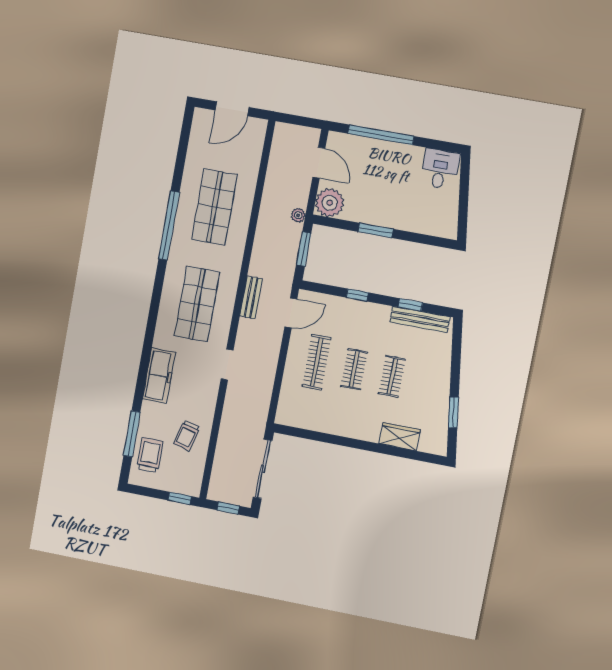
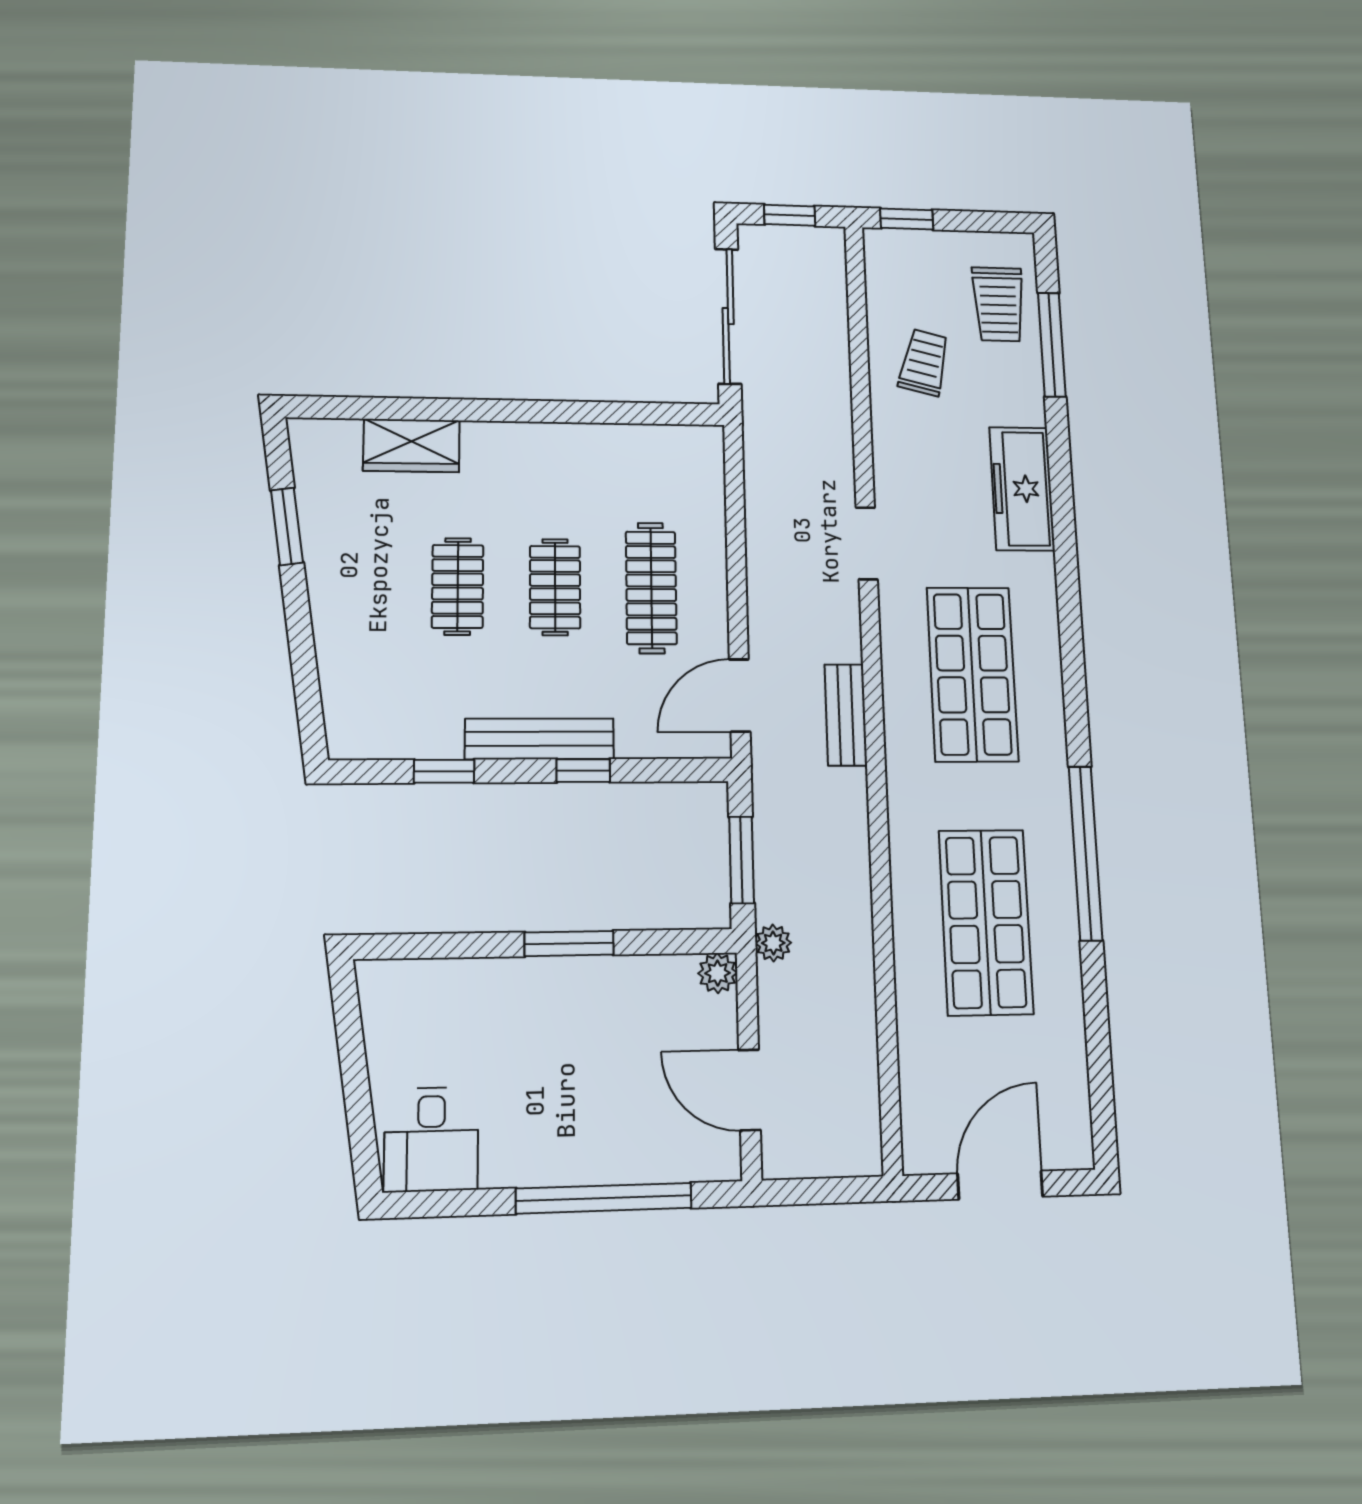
plant: (330, 203) -> (718, 973), width x0.53, depth x0.53
bench: (420, 319) -> (540, 739), moved

